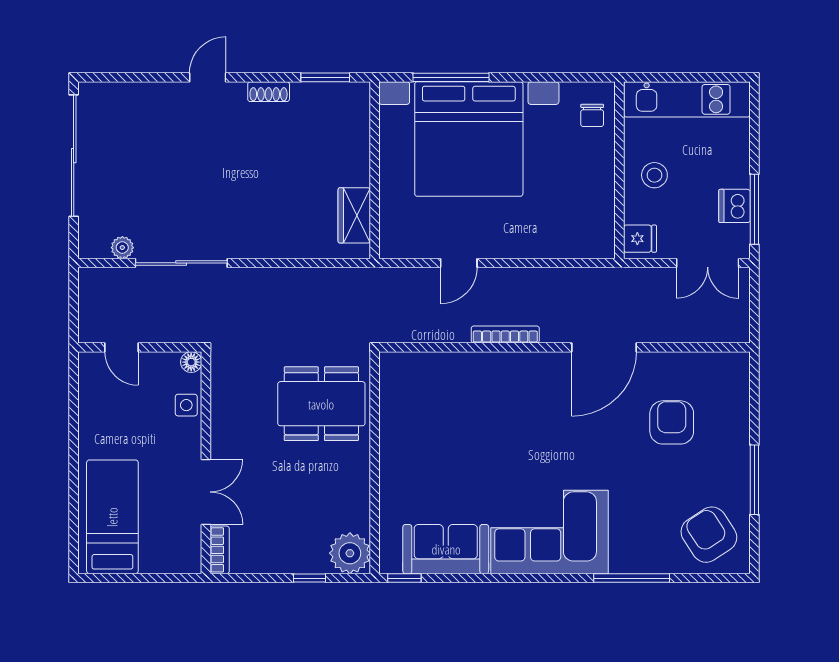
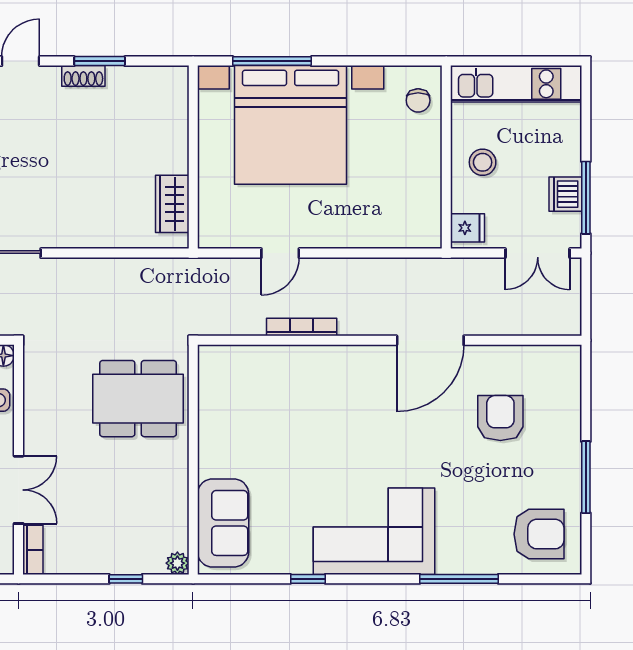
window: (325, 77) -> (100, 61), moved
bookcase: (505, 334) -> (302, 327), moved
armchair: (709, 535) -> (539, 534), turned 123
sofa: (446, 549) -> (223, 523), moved, turned 90
plant: (350, 553) -> (177, 563), width x0.53, depth x0.53
window: (404, 578) -> (308, 579), moved

